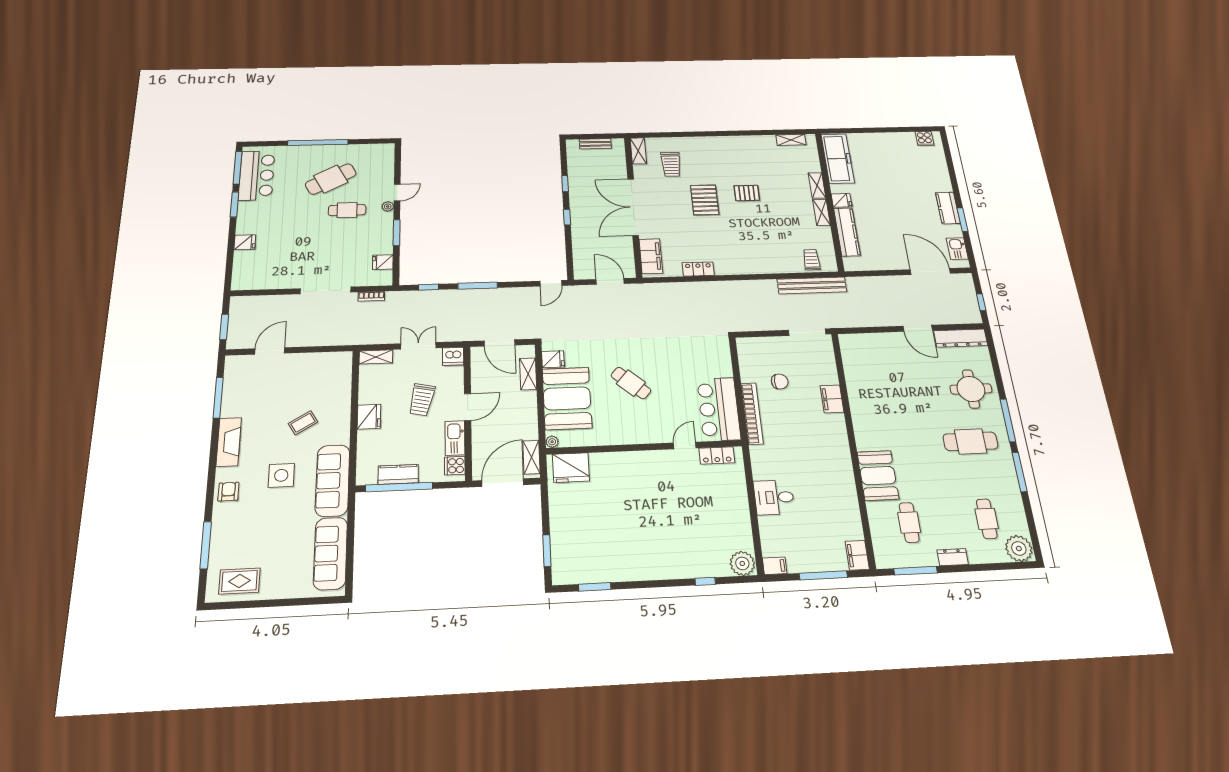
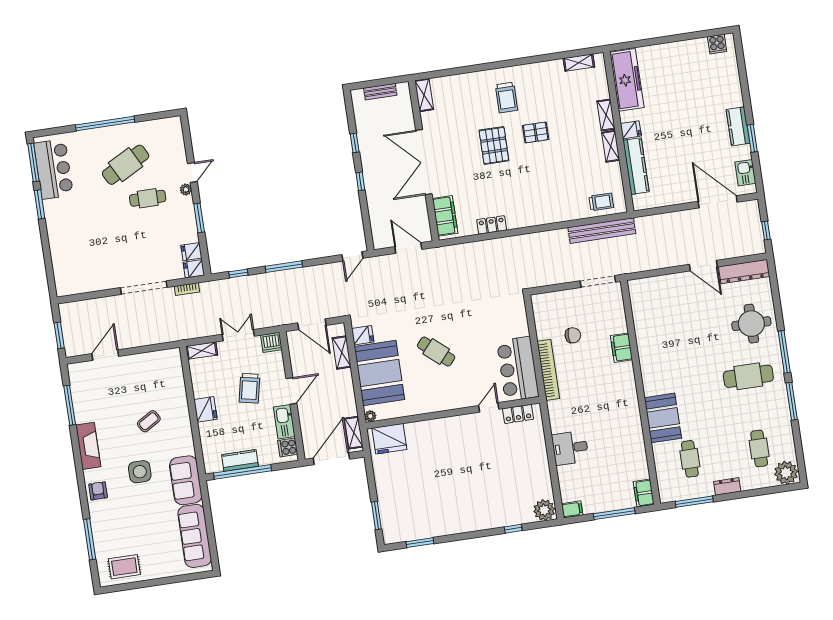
trolley: (671, 164) -> (506, 97), moved
fridge: (245, 242) -> (194, 269), moved, turned 180
trolley: (811, 260) -> (601, 202), turned 90
sofa: (333, 480) -> (186, 480), width x0.73

